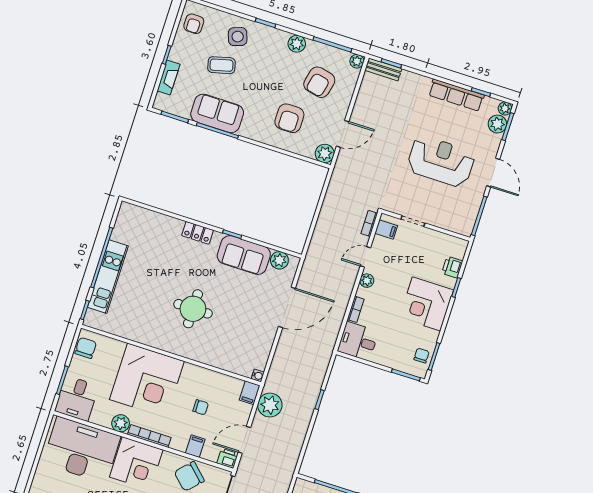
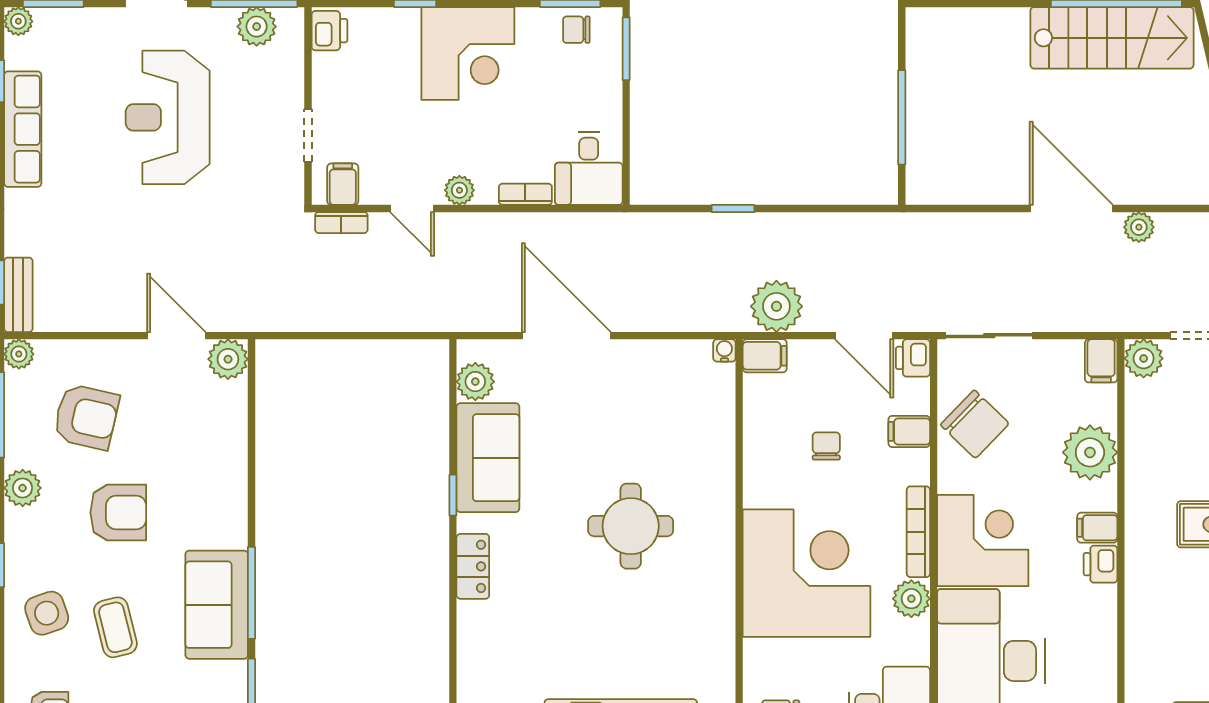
armchair: (289, 118) -> (118, 512), moved
plant: (497, 124) -> (257, 27), moved
printer: (452, 267) -> (329, 31), moved, turned -90

